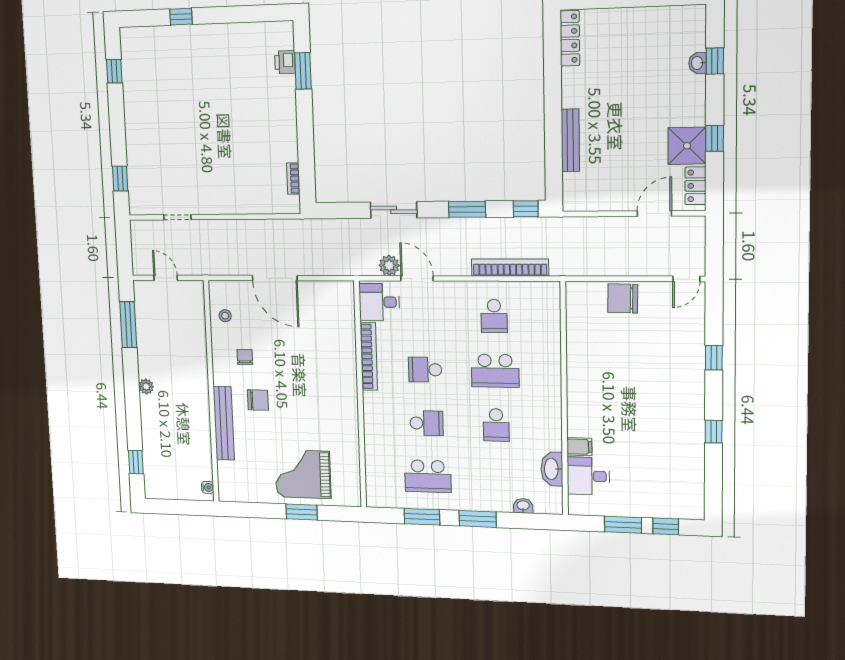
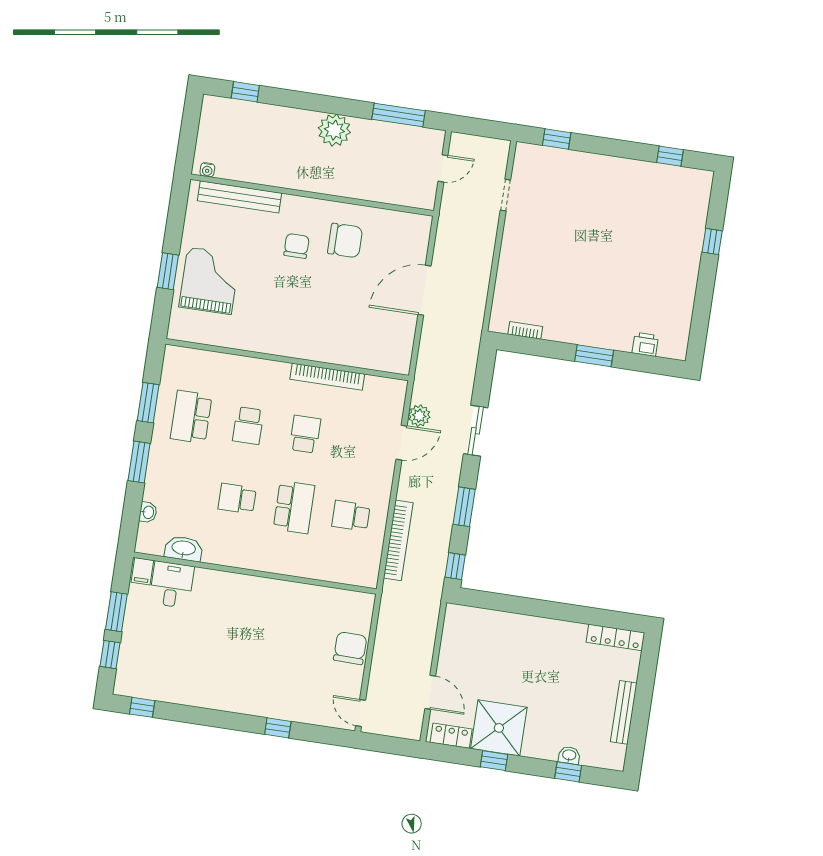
window: (303, 71) -> (594, 356), moved
bench: (570, 140) -> (624, 712), moved, turned 90
shower: (687, 146) -> (499, 728), width x1.37, depth x1.37
desk: (379, 302) -> (383, 398), removed
stool: (225, 316) -> (393, 227), removed
chair: (245, 357) -> (345, 240), width x1.87, depth x1.87
school desk: (495, 371) -> (294, 507), turned 180
plant: (146, 386) -> (334, 130), width x1.88, depth x1.88
chair: (258, 400) -> (297, 246), turned 180
bench: (224, 423) -> (239, 197), moved
window: (714, 432) -> (142, 707), moved
filing cabinet: (579, 447) -> (142, 571), moved

